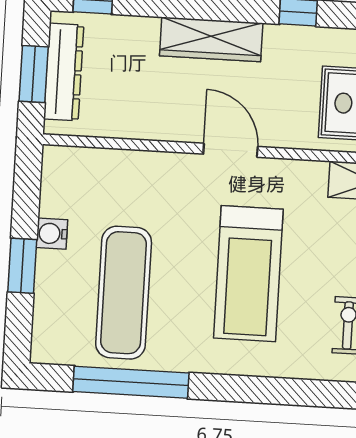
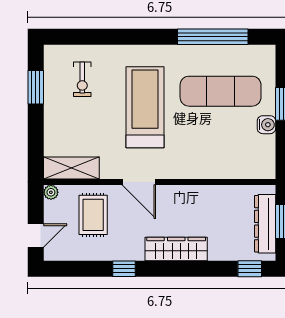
door: (231, 150) -> (139, 182), moved
exercise mat: (124, 293) -> (221, 91), turned 90

